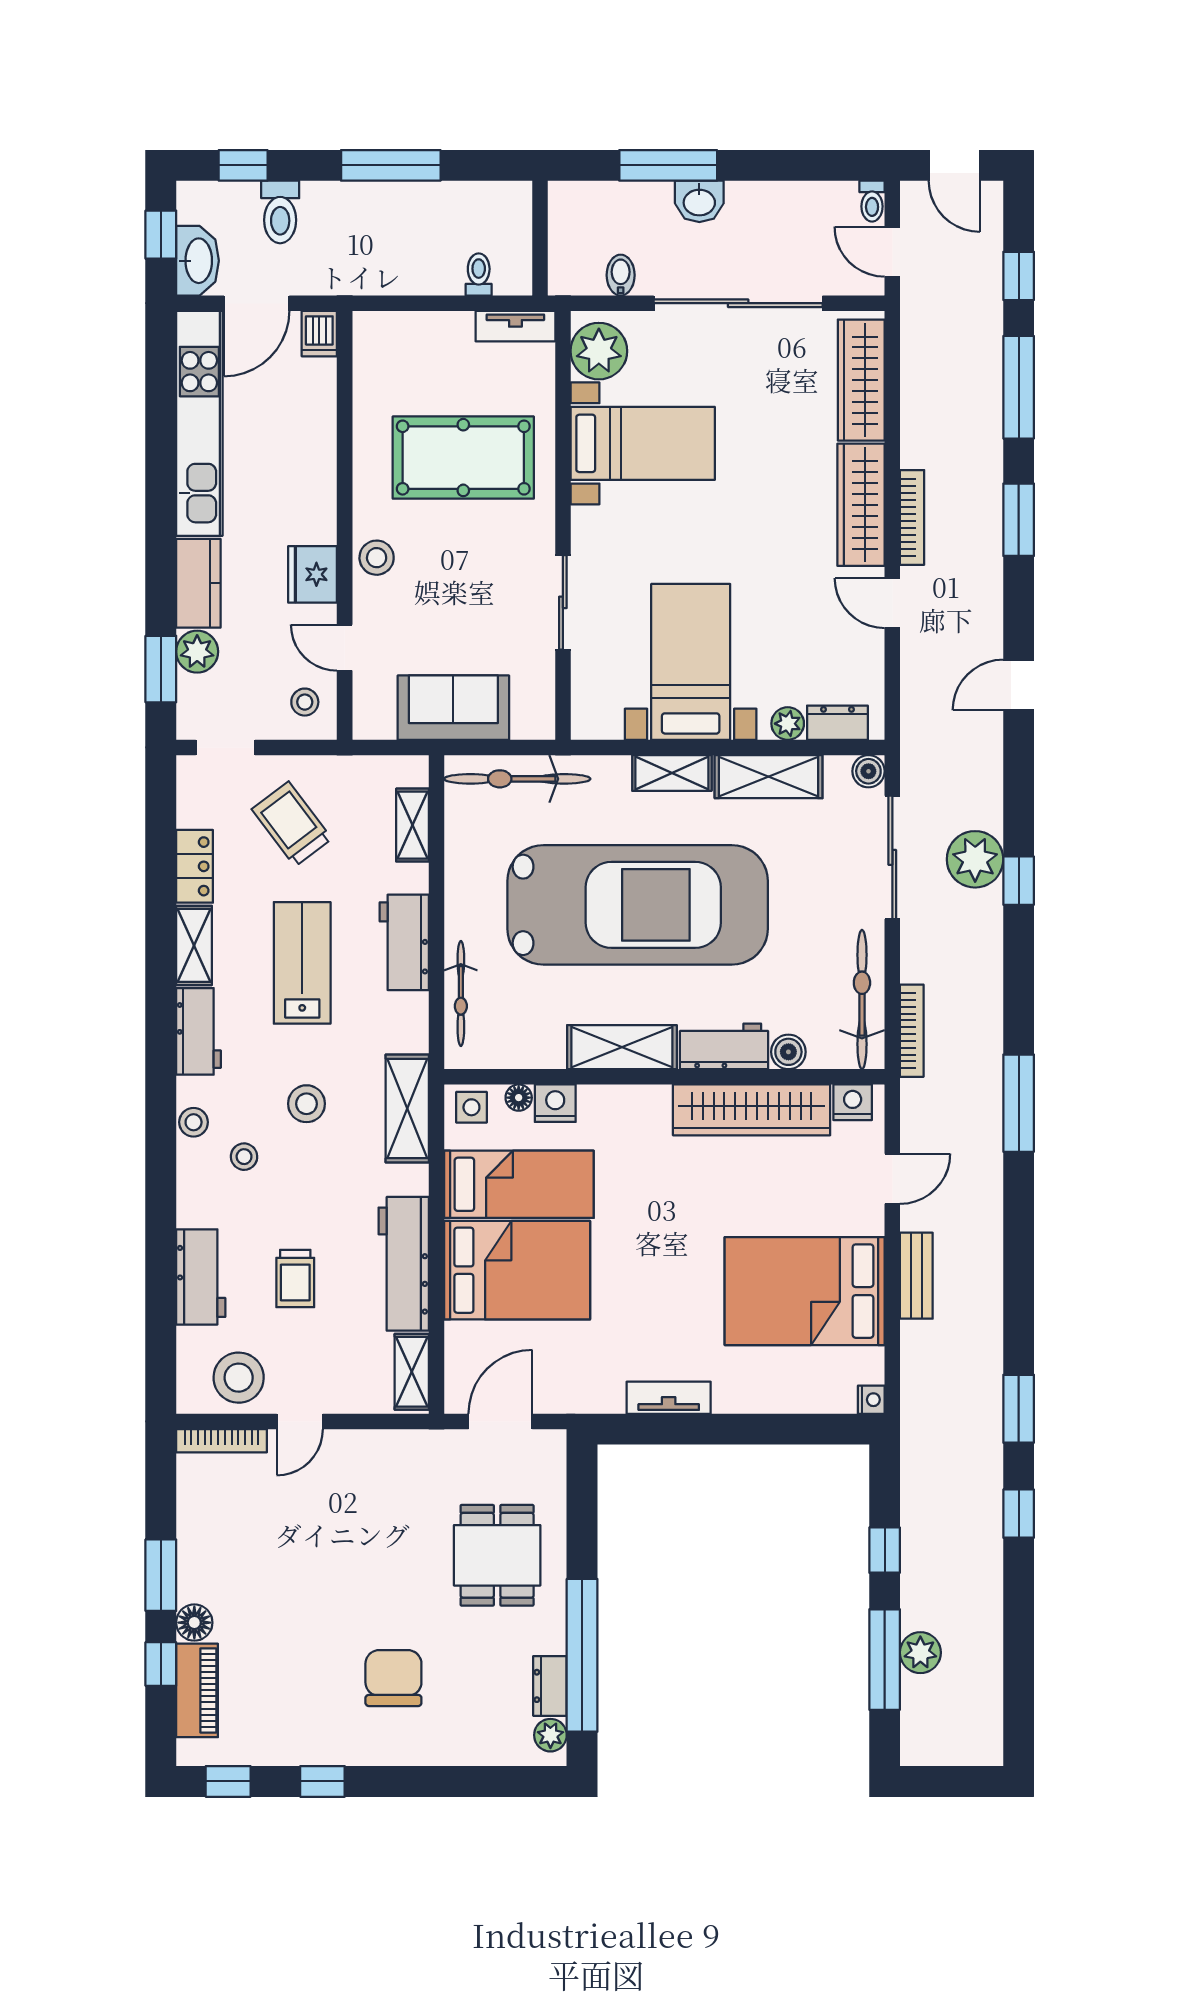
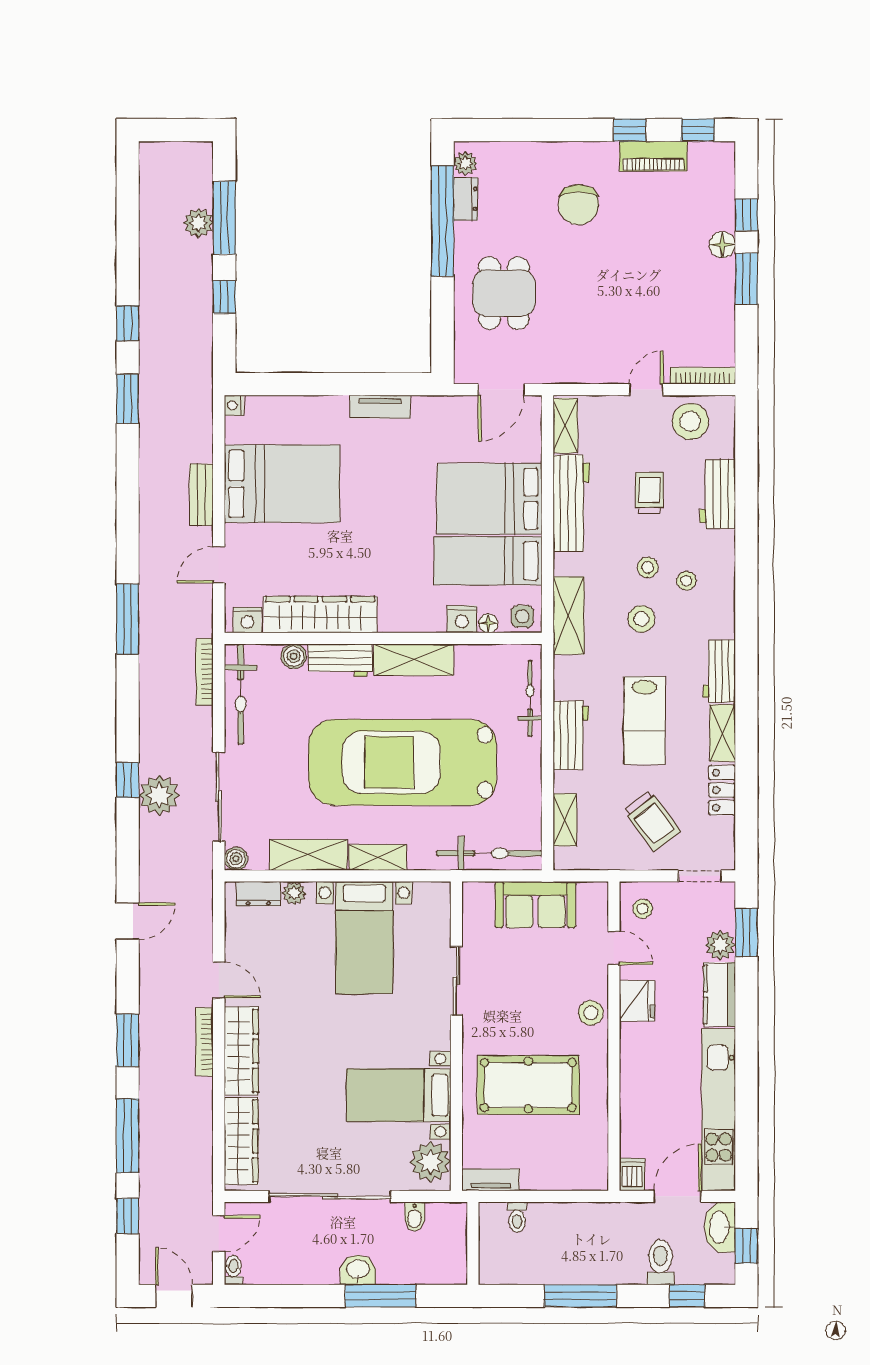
door: (892, 252) -> (219, 1234), hinge flipped
stool: (194, 1122) -> (648, 567), moved
piano: (197, 1690) -> (653, 156), moved, turned -90

